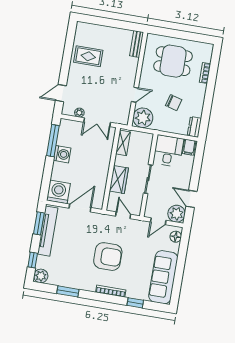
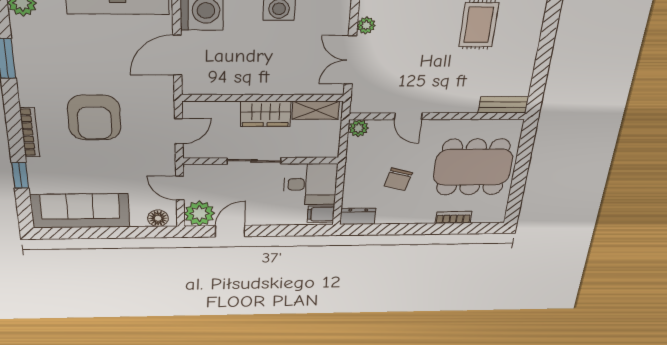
dining table: (173, 61) -> (473, 167), width x1.37
plant: (143, 118) -> (359, 128), width x0.53, depth x0.53
wardrobe: (119, 180) -> (266, 114), moved
door: (80, 208) -> (177, 55), swing flipped

